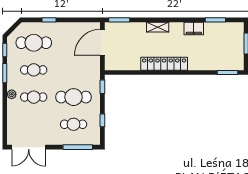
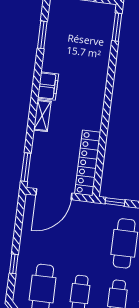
filing cabinet: (194, 29) -> (48, 86), moved
door: (102, 42) -> (54, 194), hinge flipped
locker: (164, 64) -> (88, 163), moved

